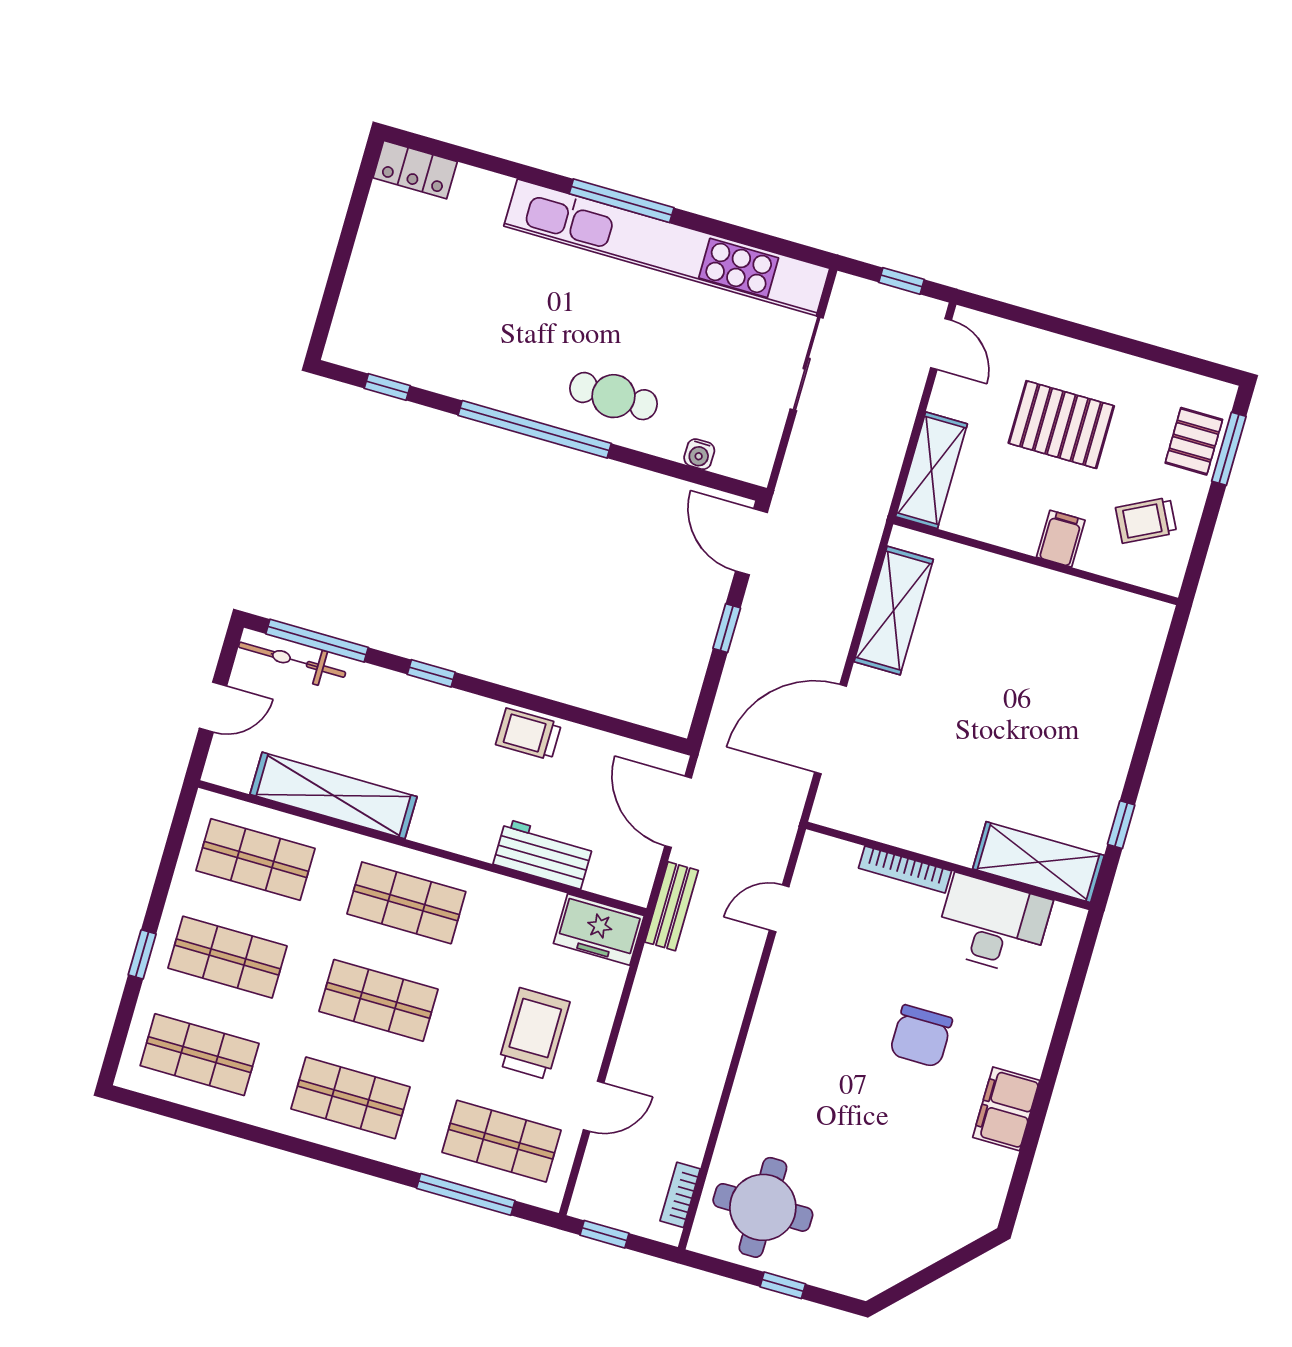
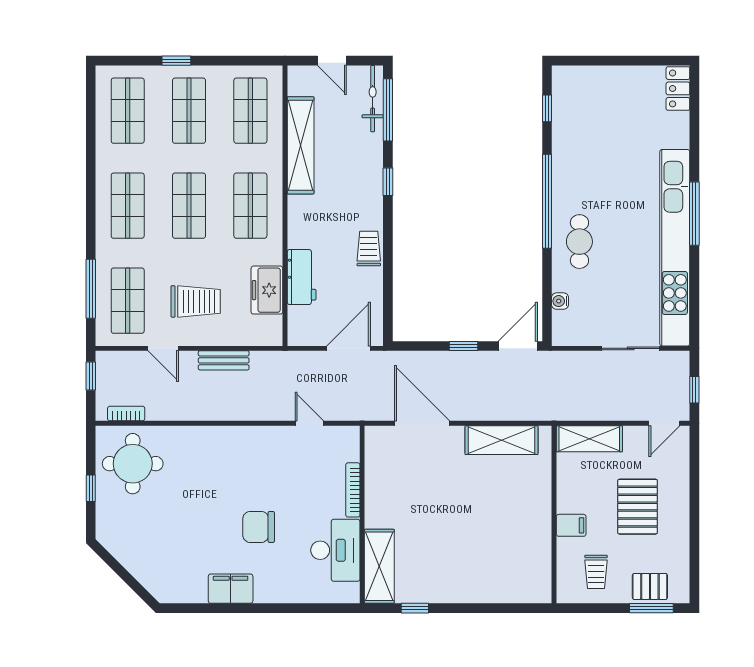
trolley: (1146, 520) -> (596, 572), turned -153
bench: (672, 906) -> (224, 360), moved
freezer: (599, 929) -> (267, 290), moved

